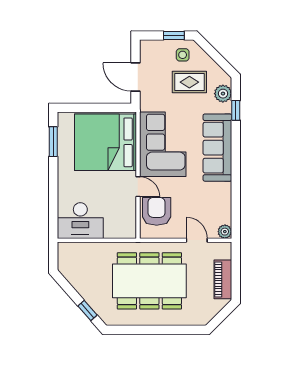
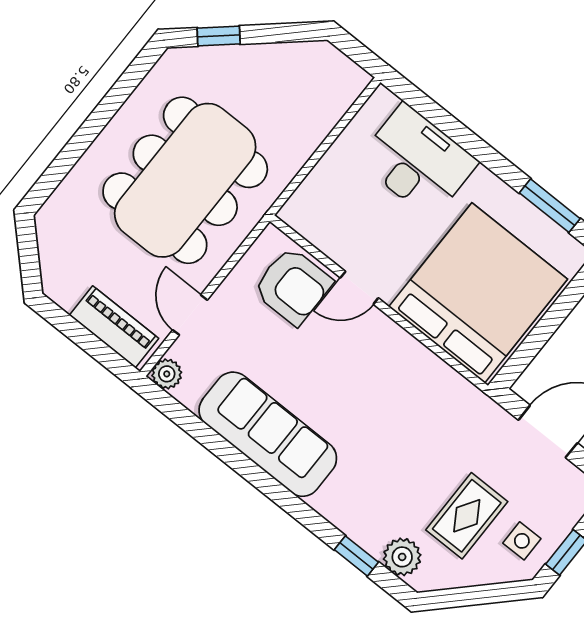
corner sofa: (163, 144) -> (398, 387), removed
sofa: (217, 148) -> (268, 434), moved
desk: (80, 221) -> (418, 161), moved, turned 90
door: (197, 240) -> (190, 315), swing flipped
piano: (223, 279) -> (114, 327), moved

